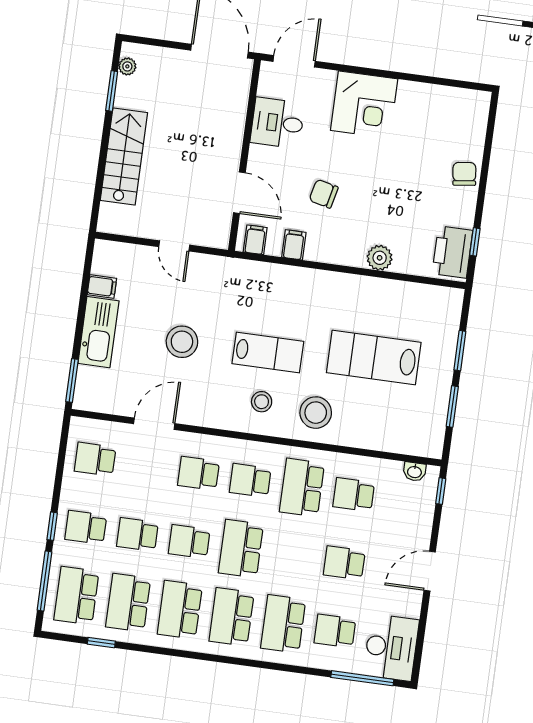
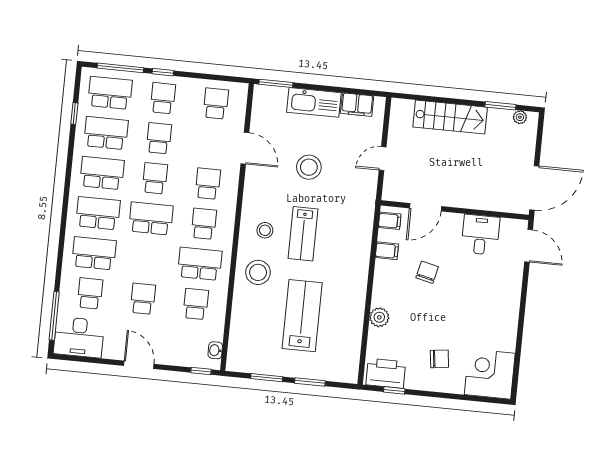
corner desk: (364, 105) -> (490, 374), moved, turned 90
chair: (464, 174) -> (439, 359), moved
filing cabinet: (102, 286) -> (357, 105), width x2.00

